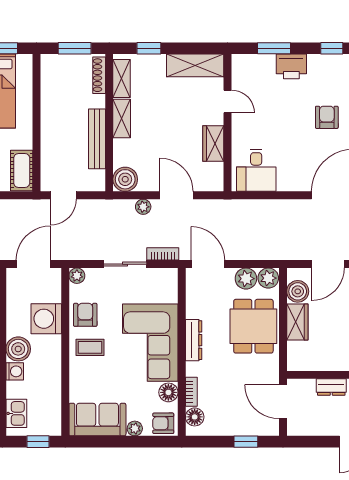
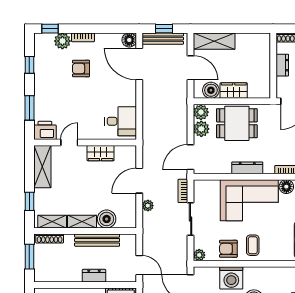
printer: (291, 66) -> (45, 130), moved, turned -90
dresser: (49, 135) -> (94, 276), added
boiler: (125, 179) -> (107, 219), moved

